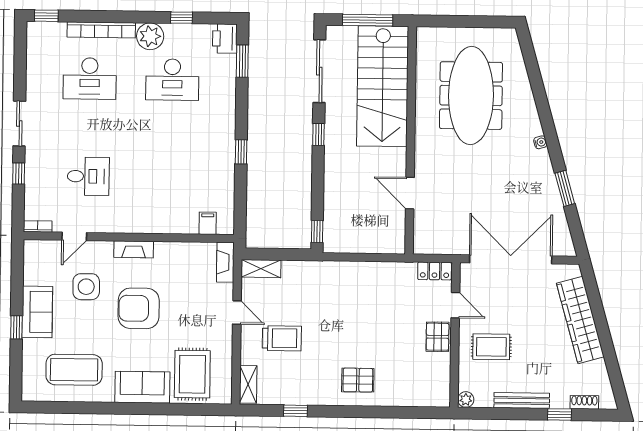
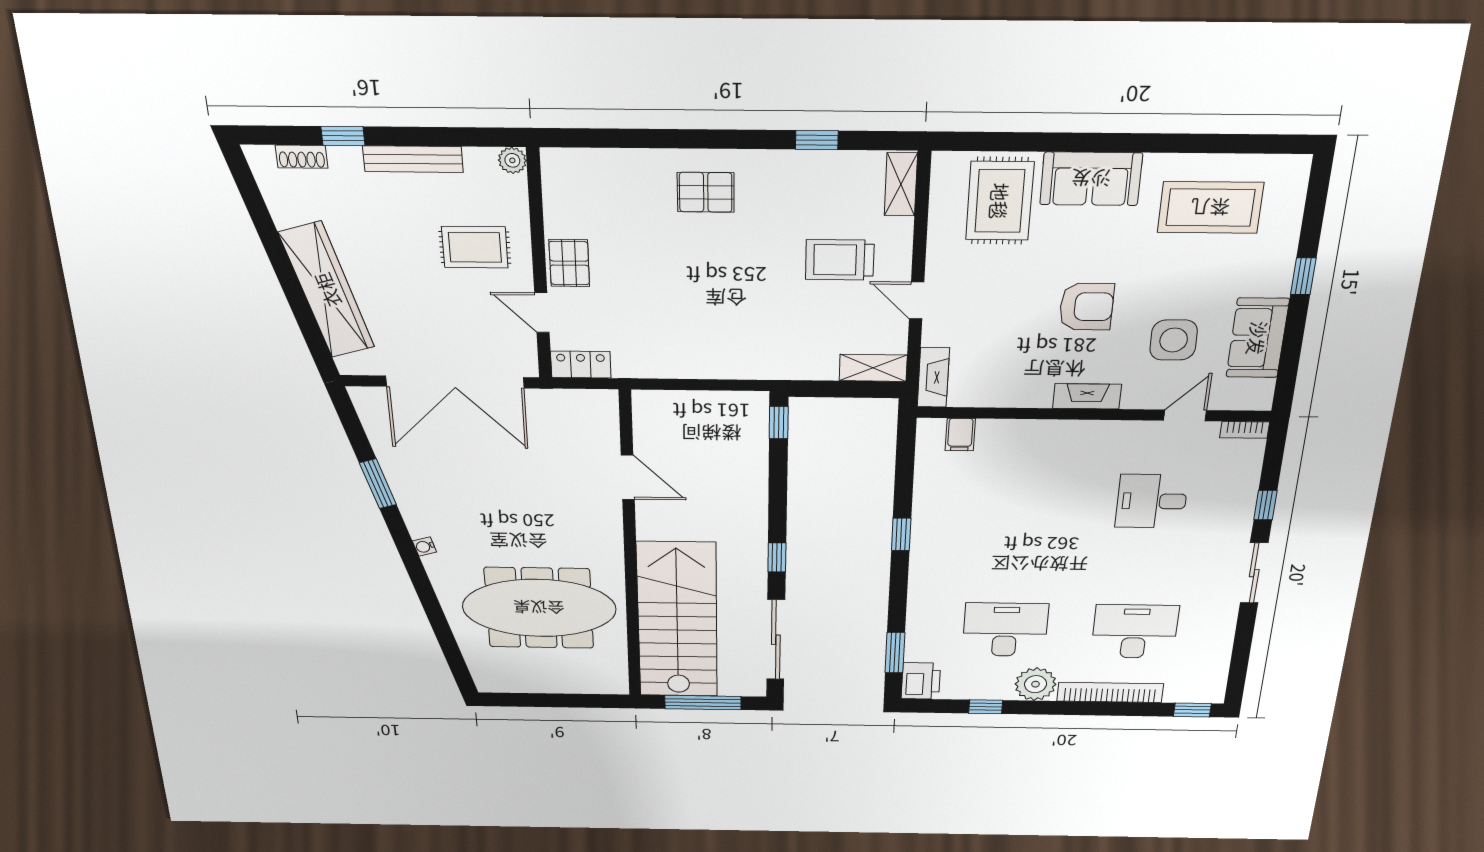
meeting table: (471, 96) -> (539, 608), turned 90
armchair: (139, 308) -> (1086, 307), width x0.73, depth x0.73
sofa: (37, 312) -> (1258, 338), moved

